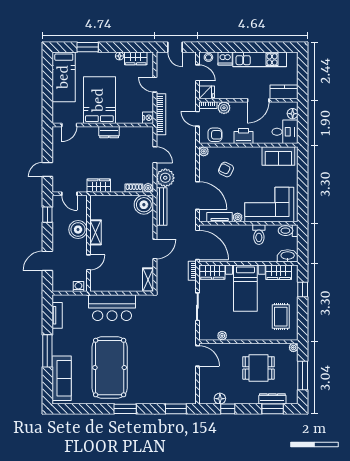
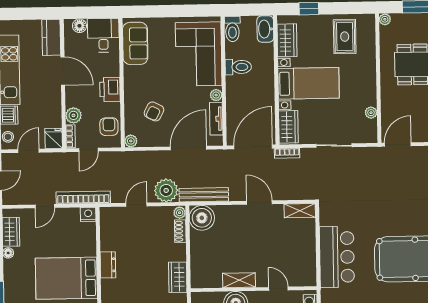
rug: (281, 317) -> (345, 37), turned 90

